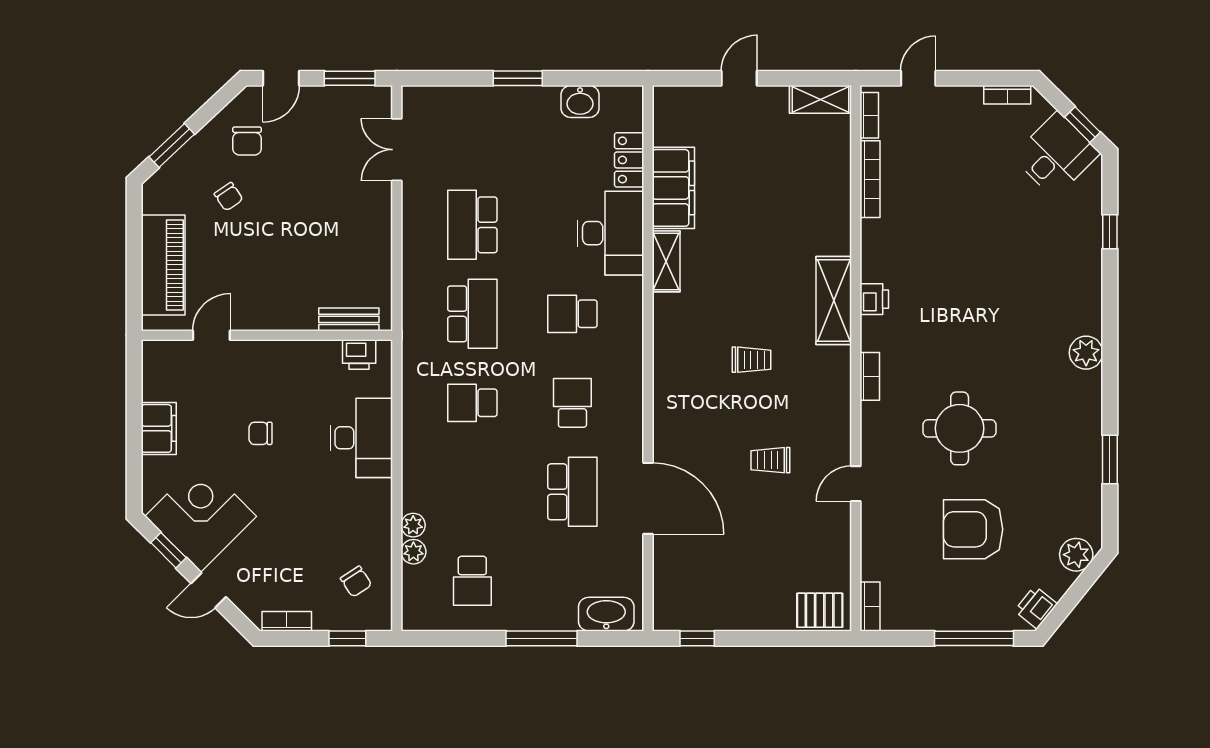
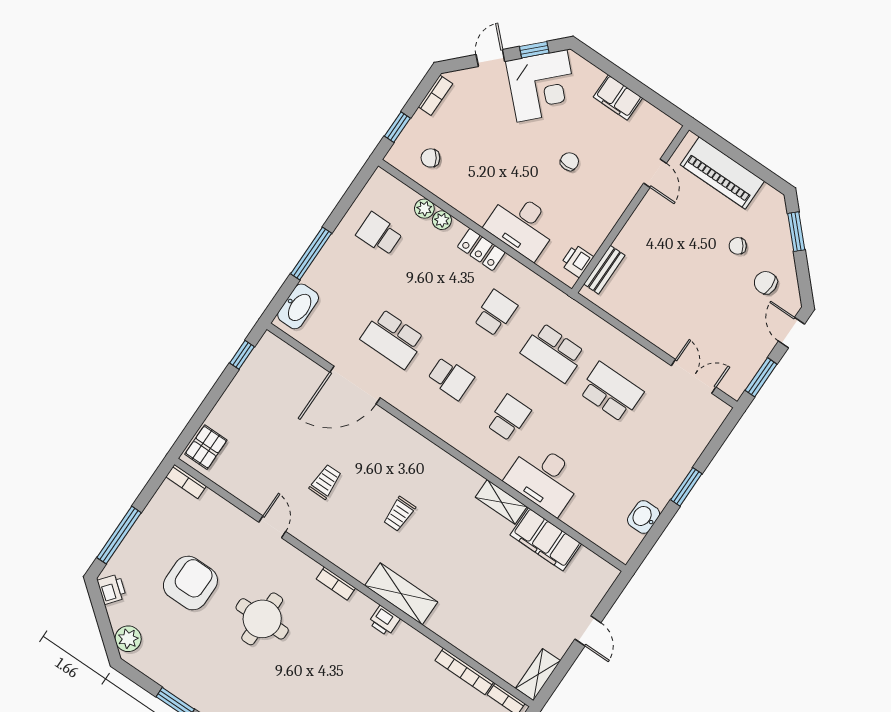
locker: (629, 160) -> (481, 250), moved, turned 180

